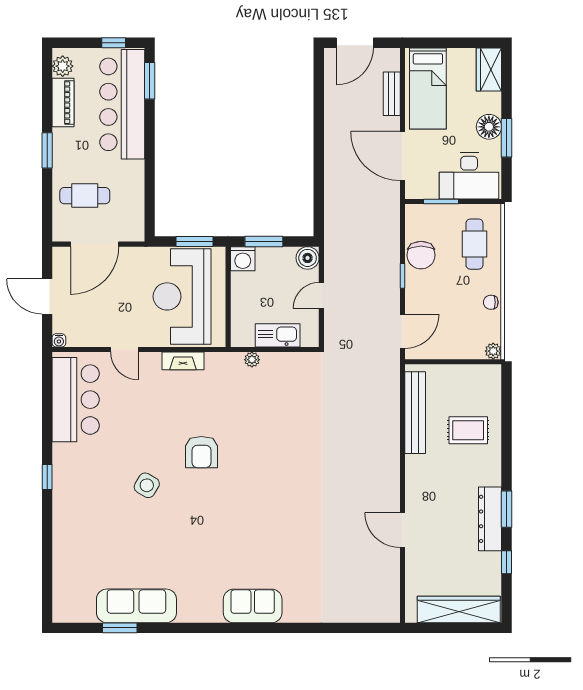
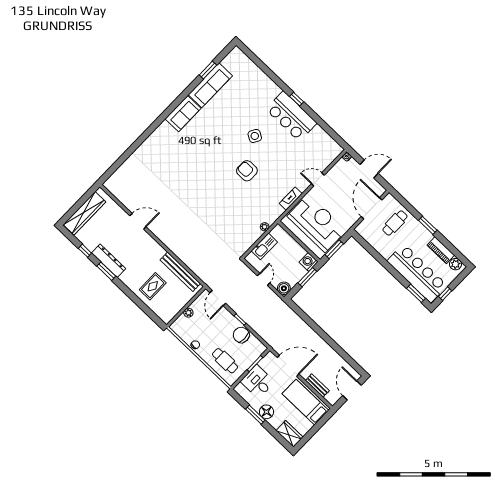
desk: (469, 176) -> (258, 382), width x0.73
plant: (493, 351) -> (188, 313), moved
bar counter: (76, 400) -> (291, 116), moved
sofa: (253, 606) -> (183, 114), moved

